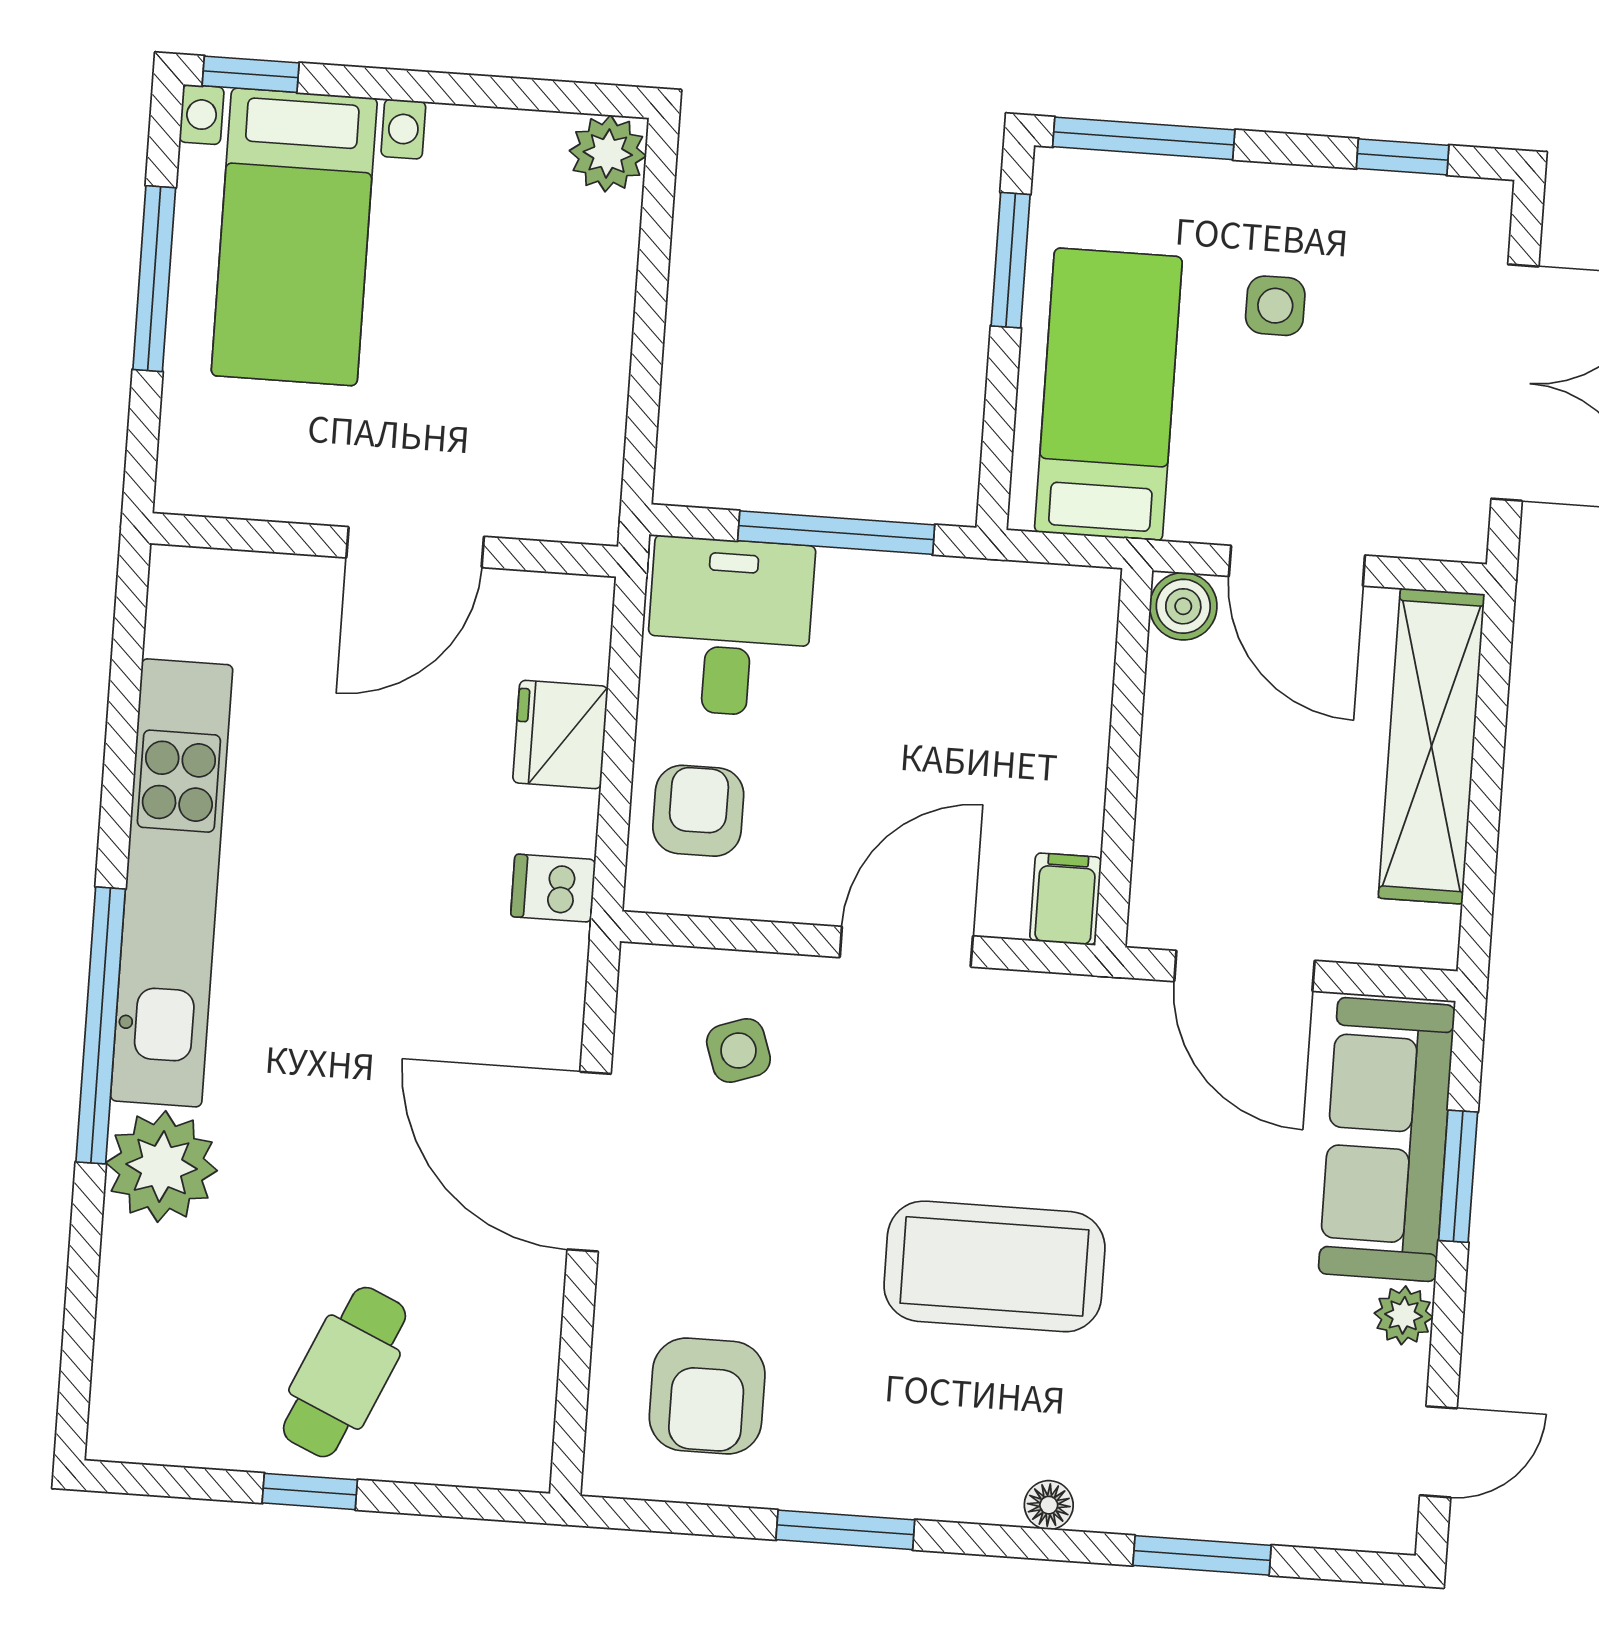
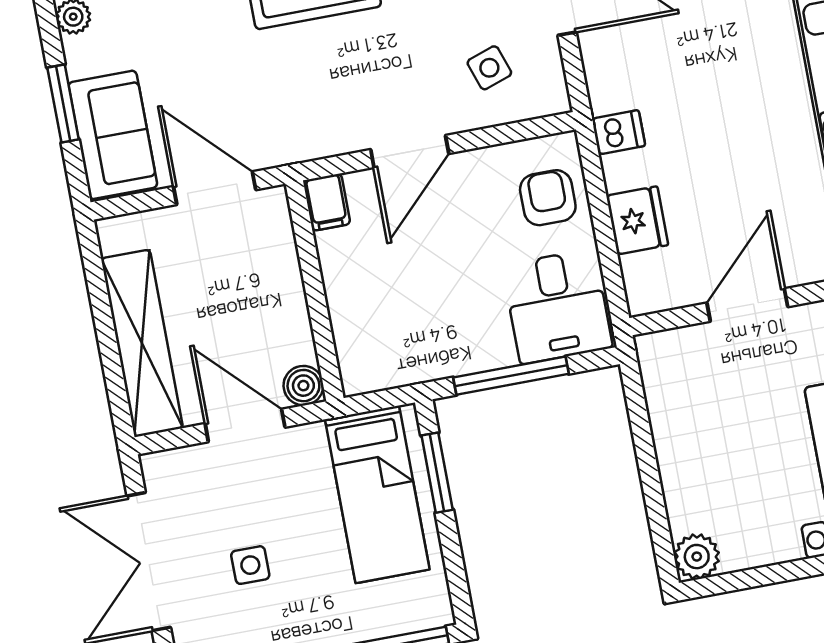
window: (1011, 260) -> (437, 473), moved
side table: (1275, 306) -> (250, 565), moved
armchair: (698, 811) -> (548, 198), turned 180
sofa: (1387, 1140) -> (113, 135), width x0.73

